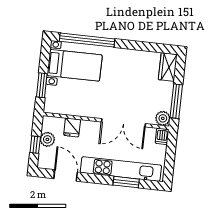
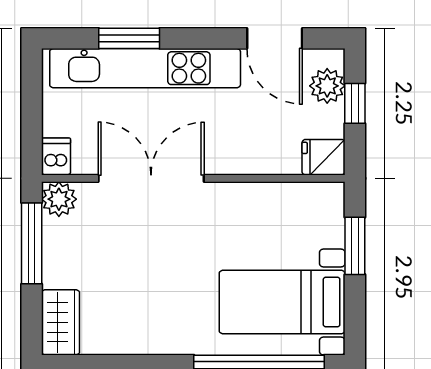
fridge: (72, 127) -> (323, 157), moved, turned -90
plant: (47, 139) -> (327, 86), moved

